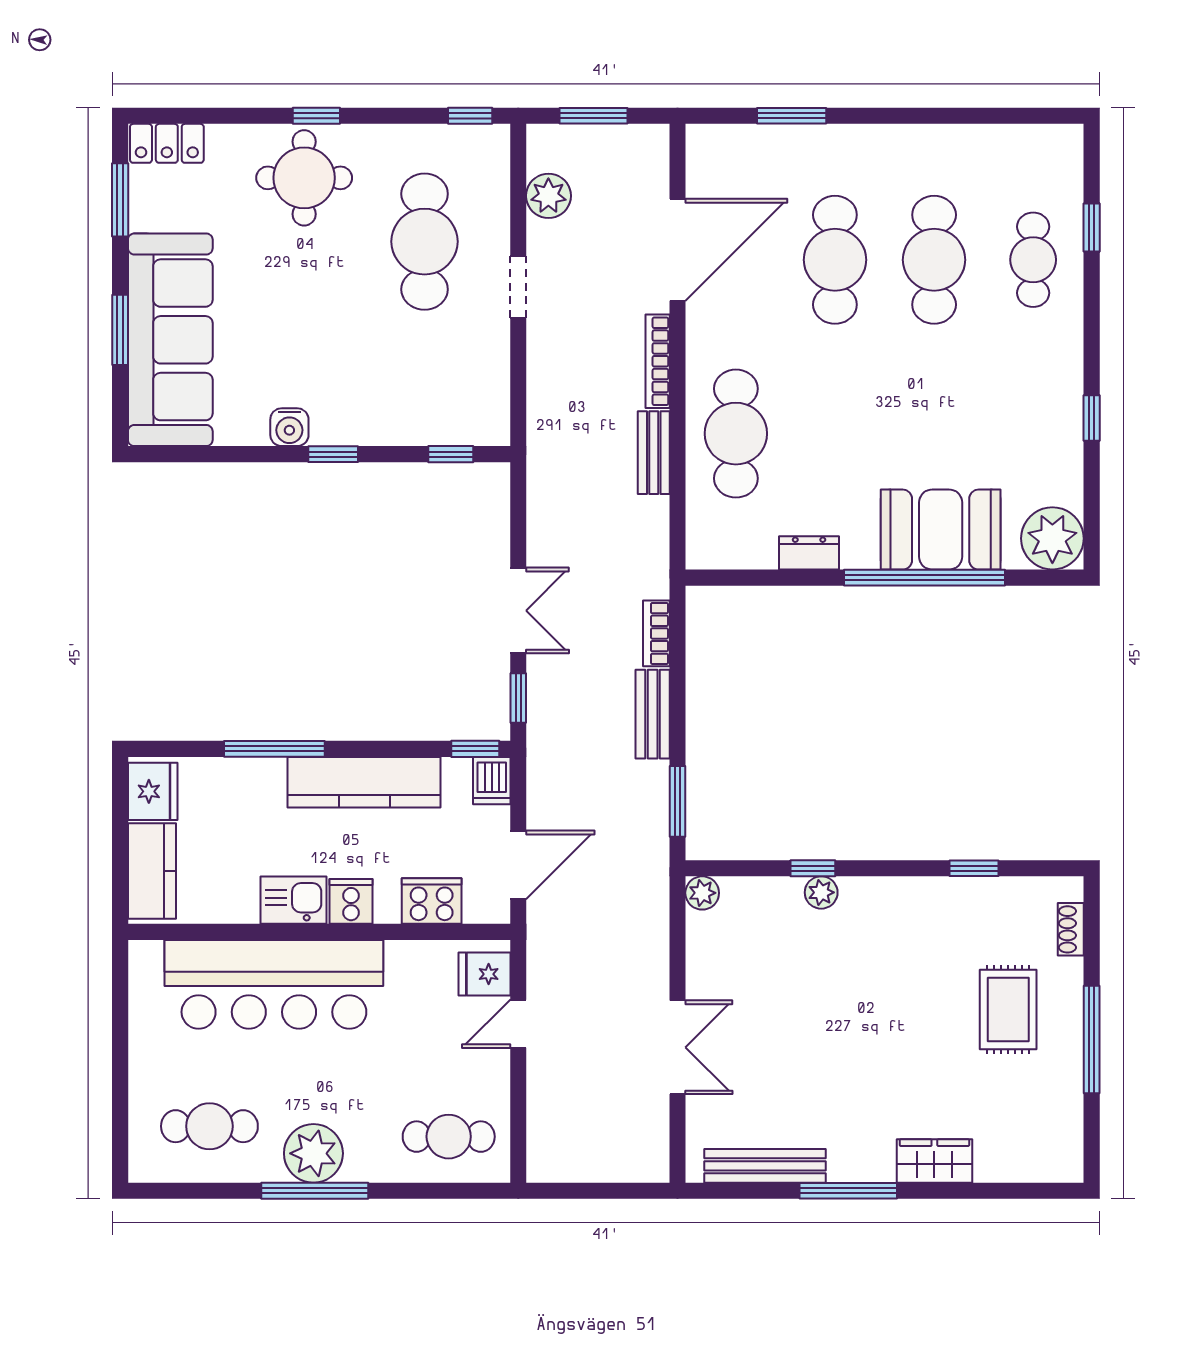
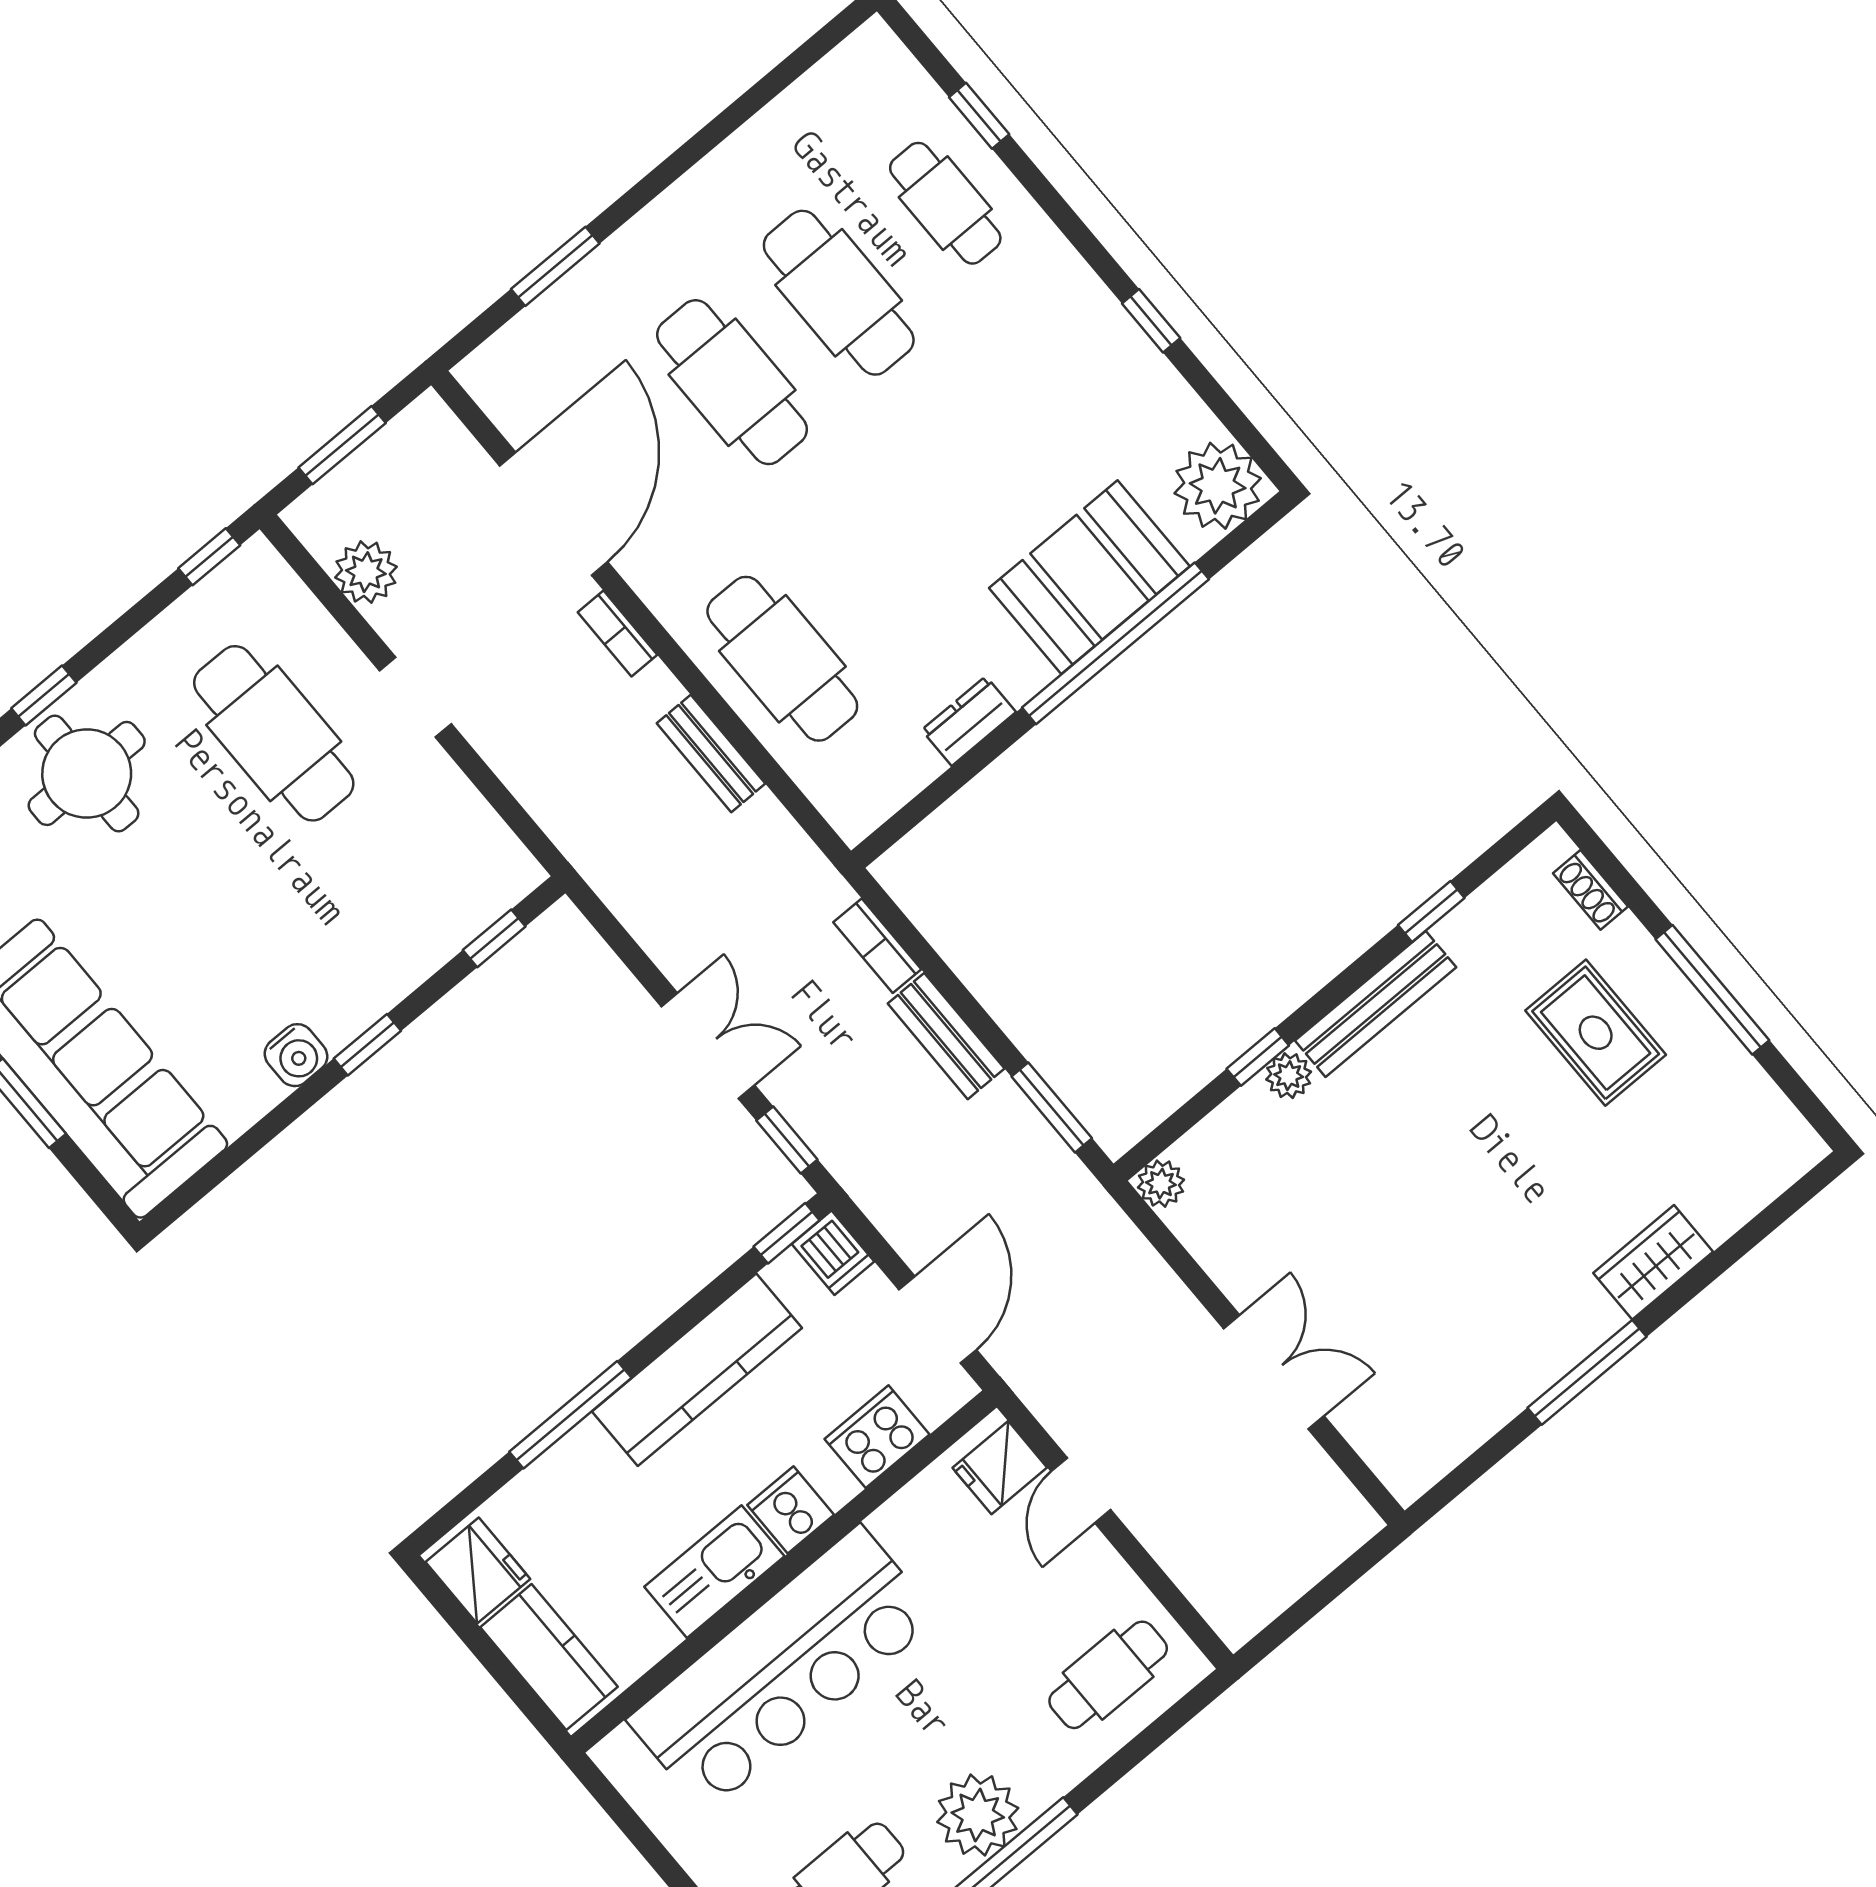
bookcase: (658, 361) -> (617, 634), width x0.64
kitchen sink: (294, 900) -> (714, 1572), width x1.38
bench: (765, 1166) -> (1376, 1004), moved

